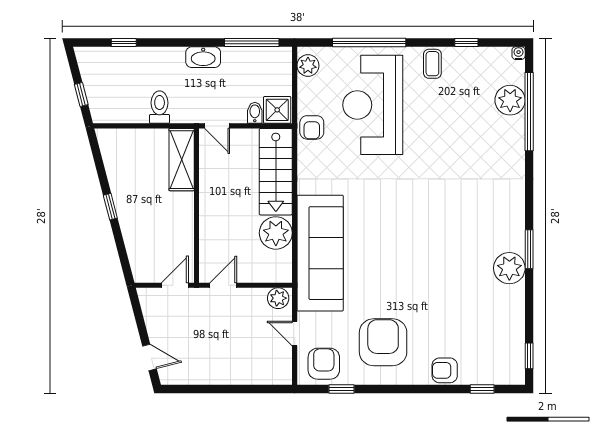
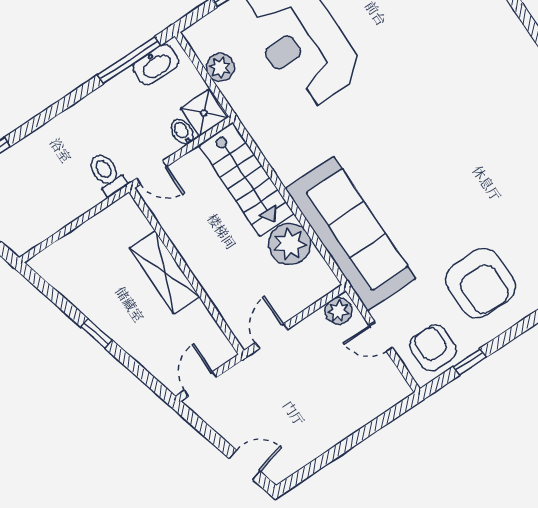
washbasin: (203, 57) -> (156, 65), moved
plant: (308, 66) -> (220, 67), moved
toilet: (160, 107) -> (107, 174), moved
armchair: (312, 127) -> (253, 107), removed
shelving: (182, 160) -> (164, 272), moved
door: (175, 285) -> (200, 384), moved
armchair: (383, 342) -> (480, 283), turned 180

